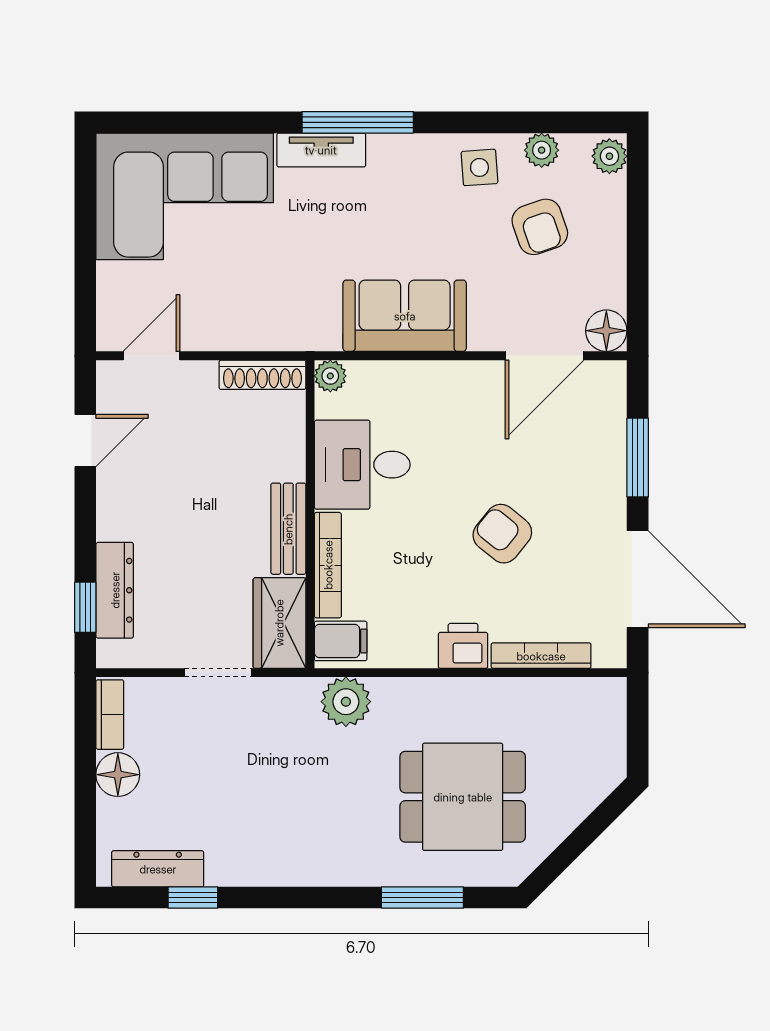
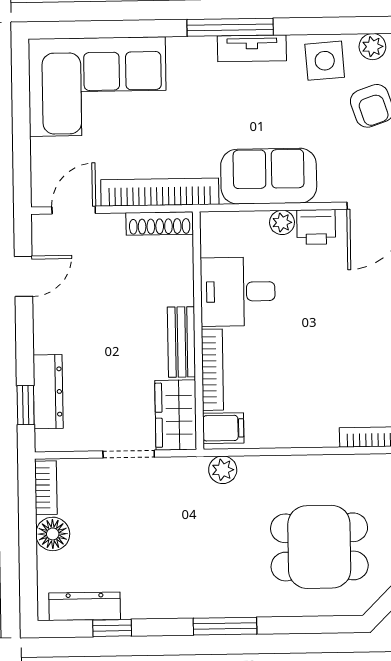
tv unit: (321, 150) -> (252, 48), moved
side table: (479, 167) -> (325, 61), width x1.37, depth x1.37
bookcase: (263, 334) -> (160, 192), added
plant: (330, 376) -> (282, 222), moved
armchair: (502, 534) -> (347, 343), removed
printer: (463, 646) -> (316, 227), moved, turned 180
plant: (346, 702) -> (223, 470), width x0.73, depth x0.73
window: (422, 897) -> (225, 626), moved

